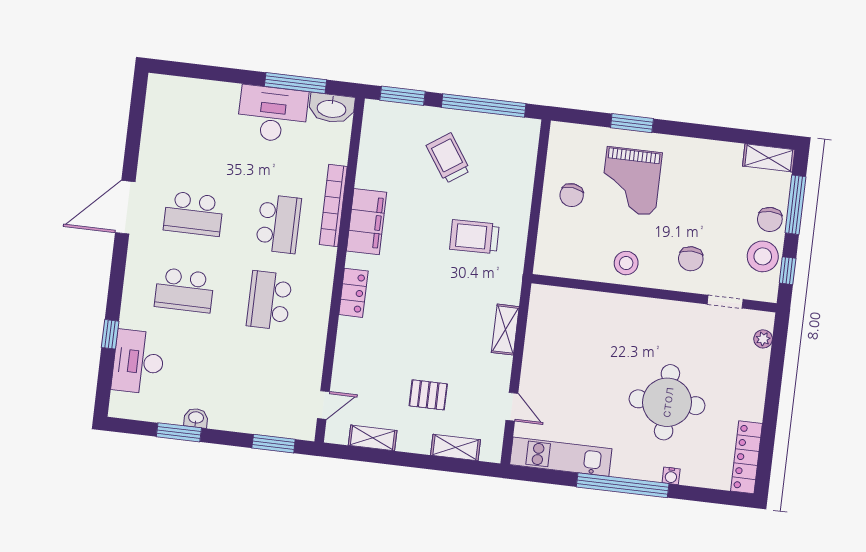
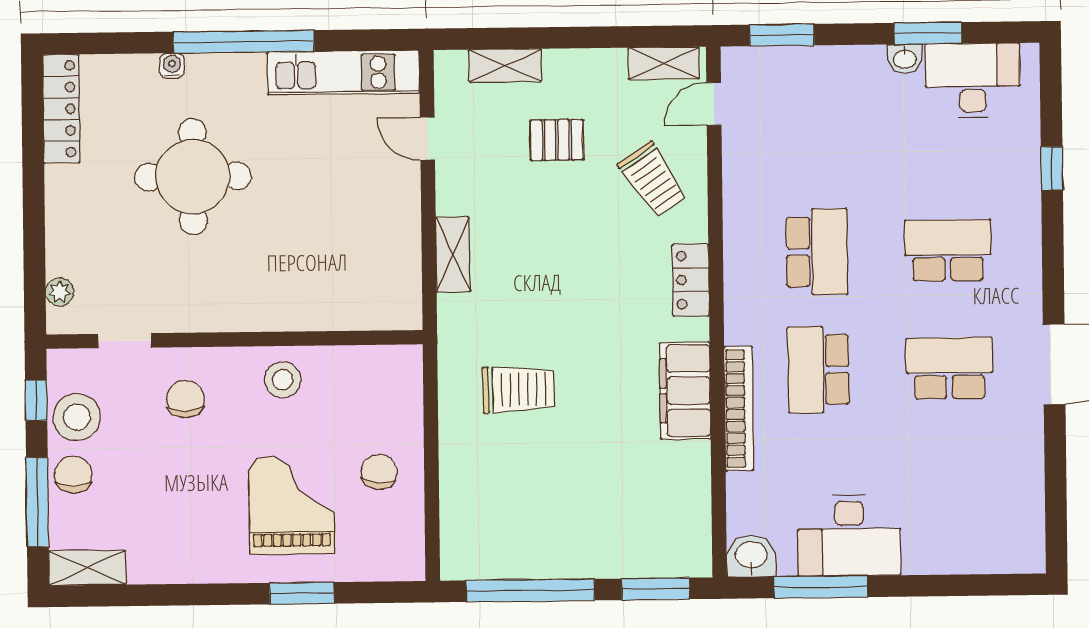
washbasin: (332, 108) -> (751, 556), width x0.72
trolley: (448, 158) -> (653, 180), moved
desk: (138, 362) -> (973, 81), moved, turned -90
shelving: (373, 438) -> (664, 63), moved

